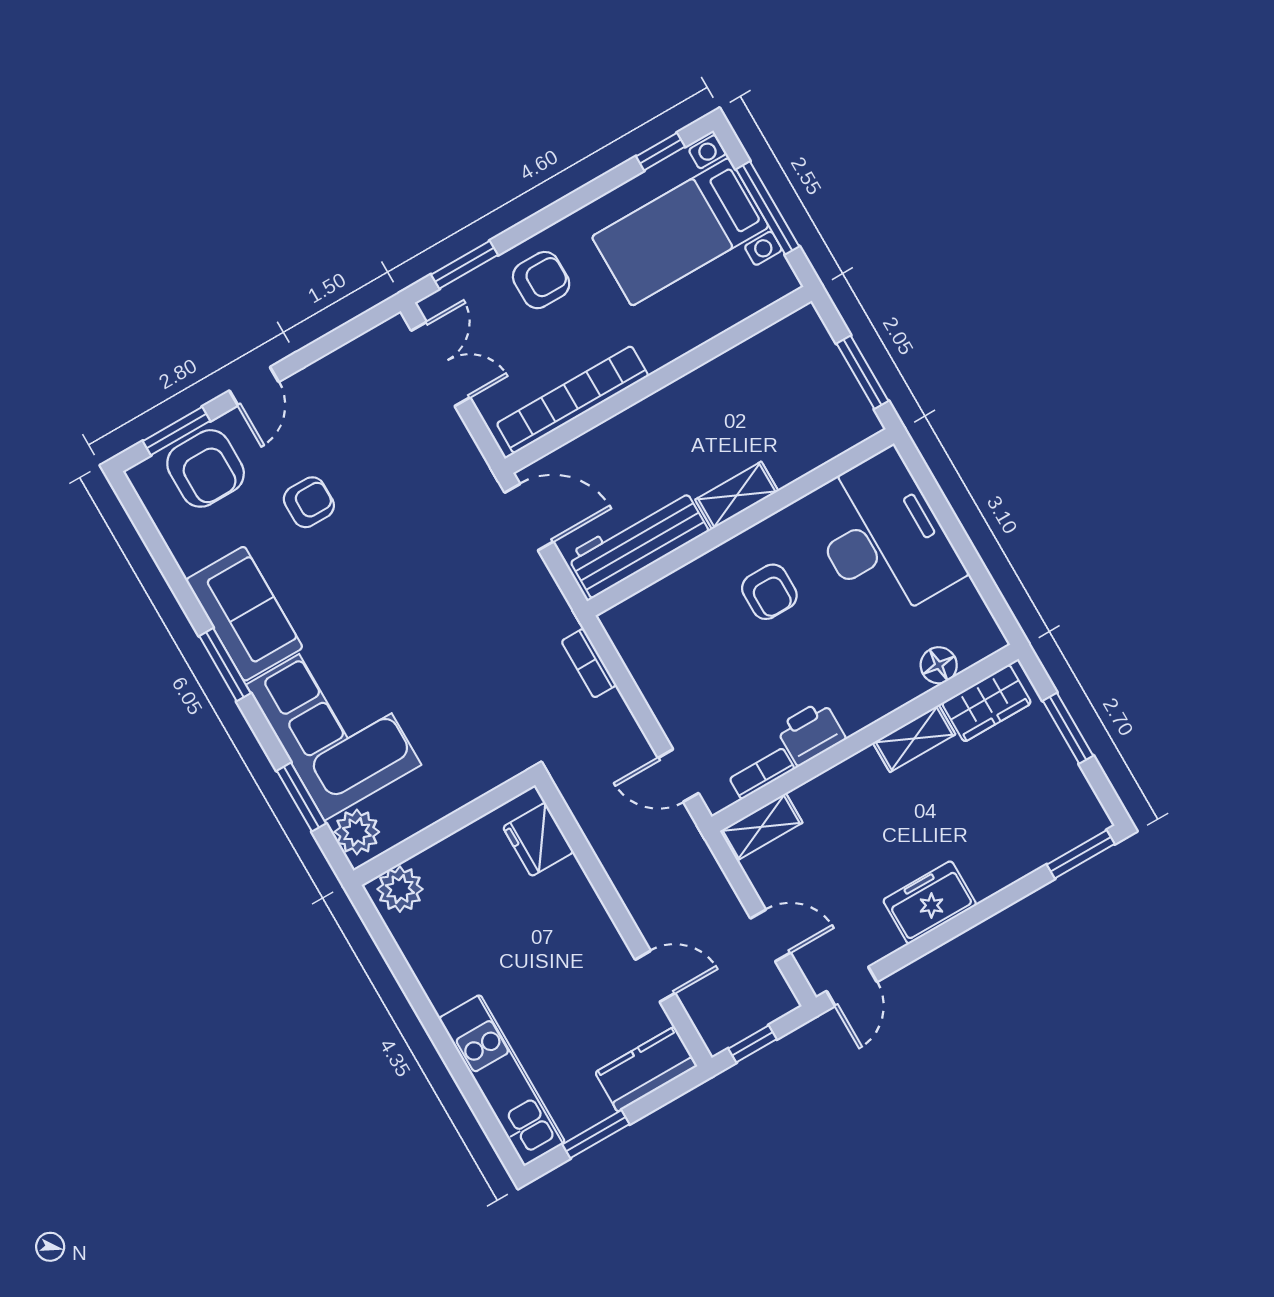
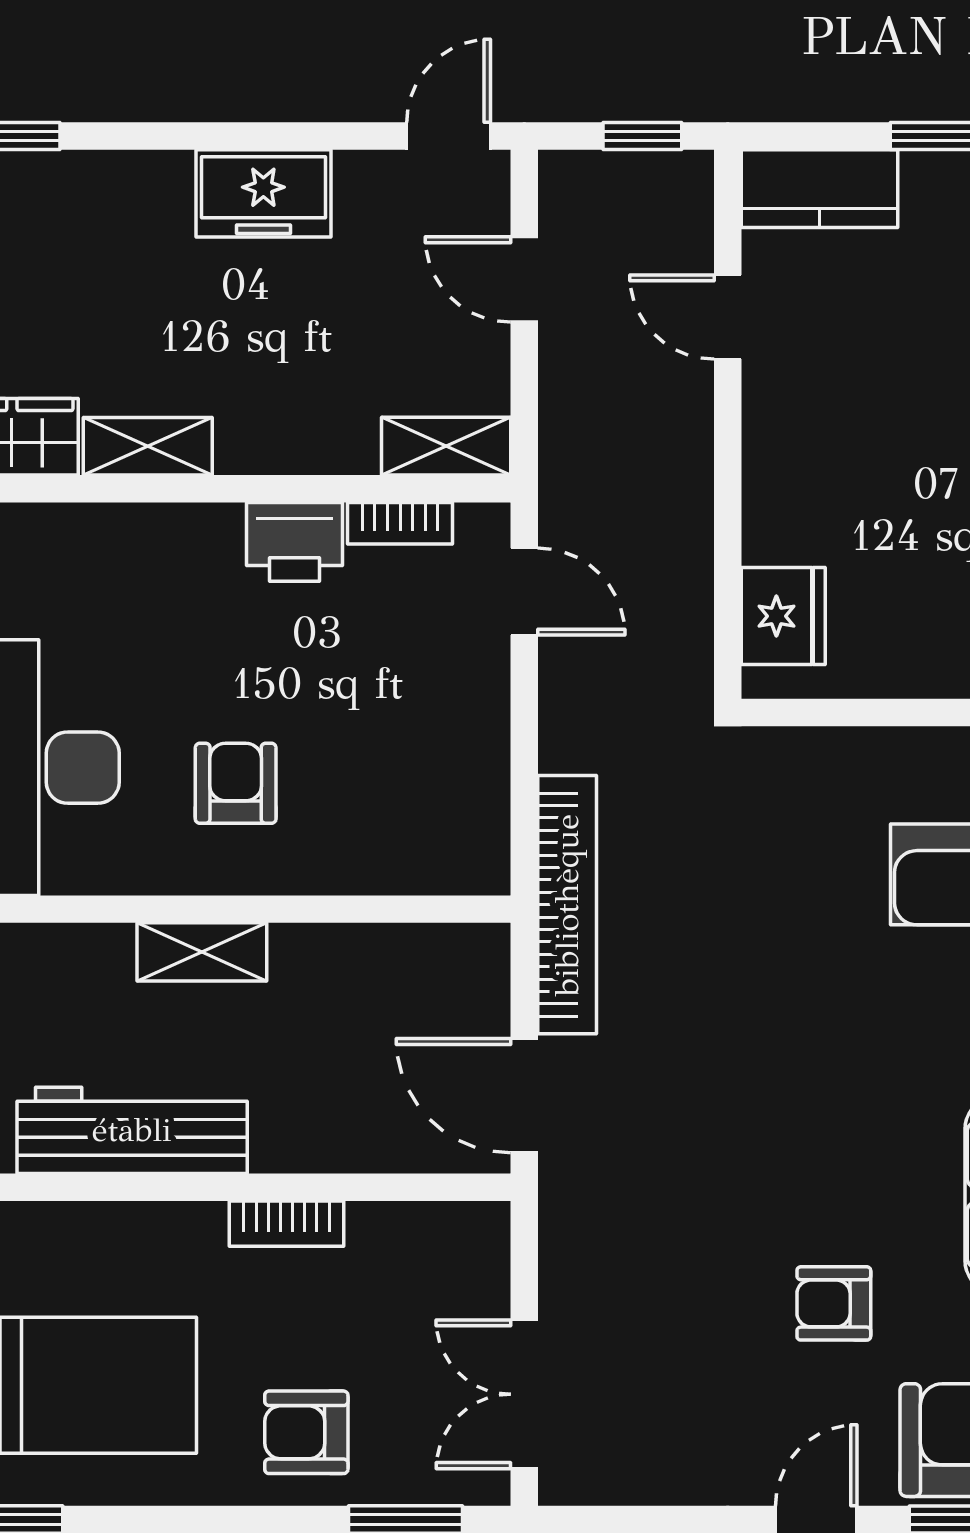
bookcase: (573, 400) -> (286, 1224), width x0.43, depth x0.76
workbench: (638, 543) -> (132, 1130), moved, turned 180
bookcase: (589, 663) -> (567, 905), width x2.31, depth x1.31
floor lamp: (939, 665) -> (50, 533), removed

